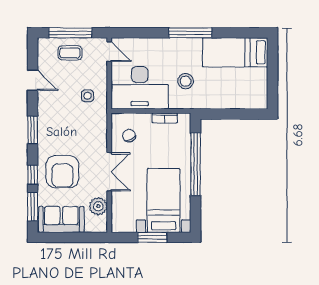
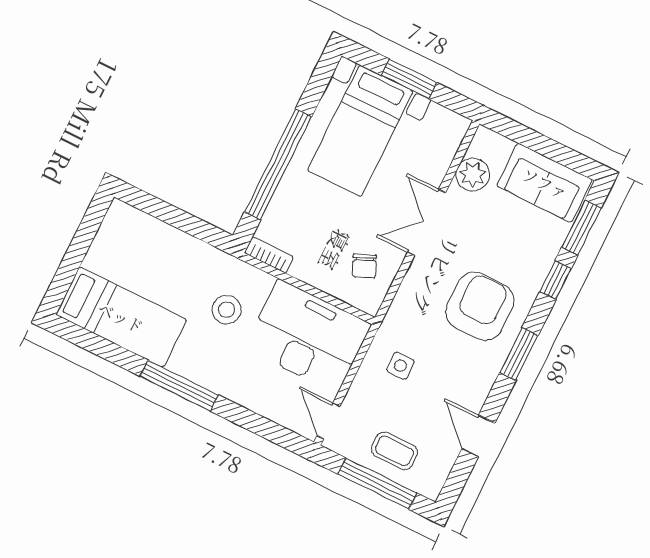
bookcase: (165, 118) -> (269, 255), moved
armchair: (62, 172) -> (480, 306), moved

